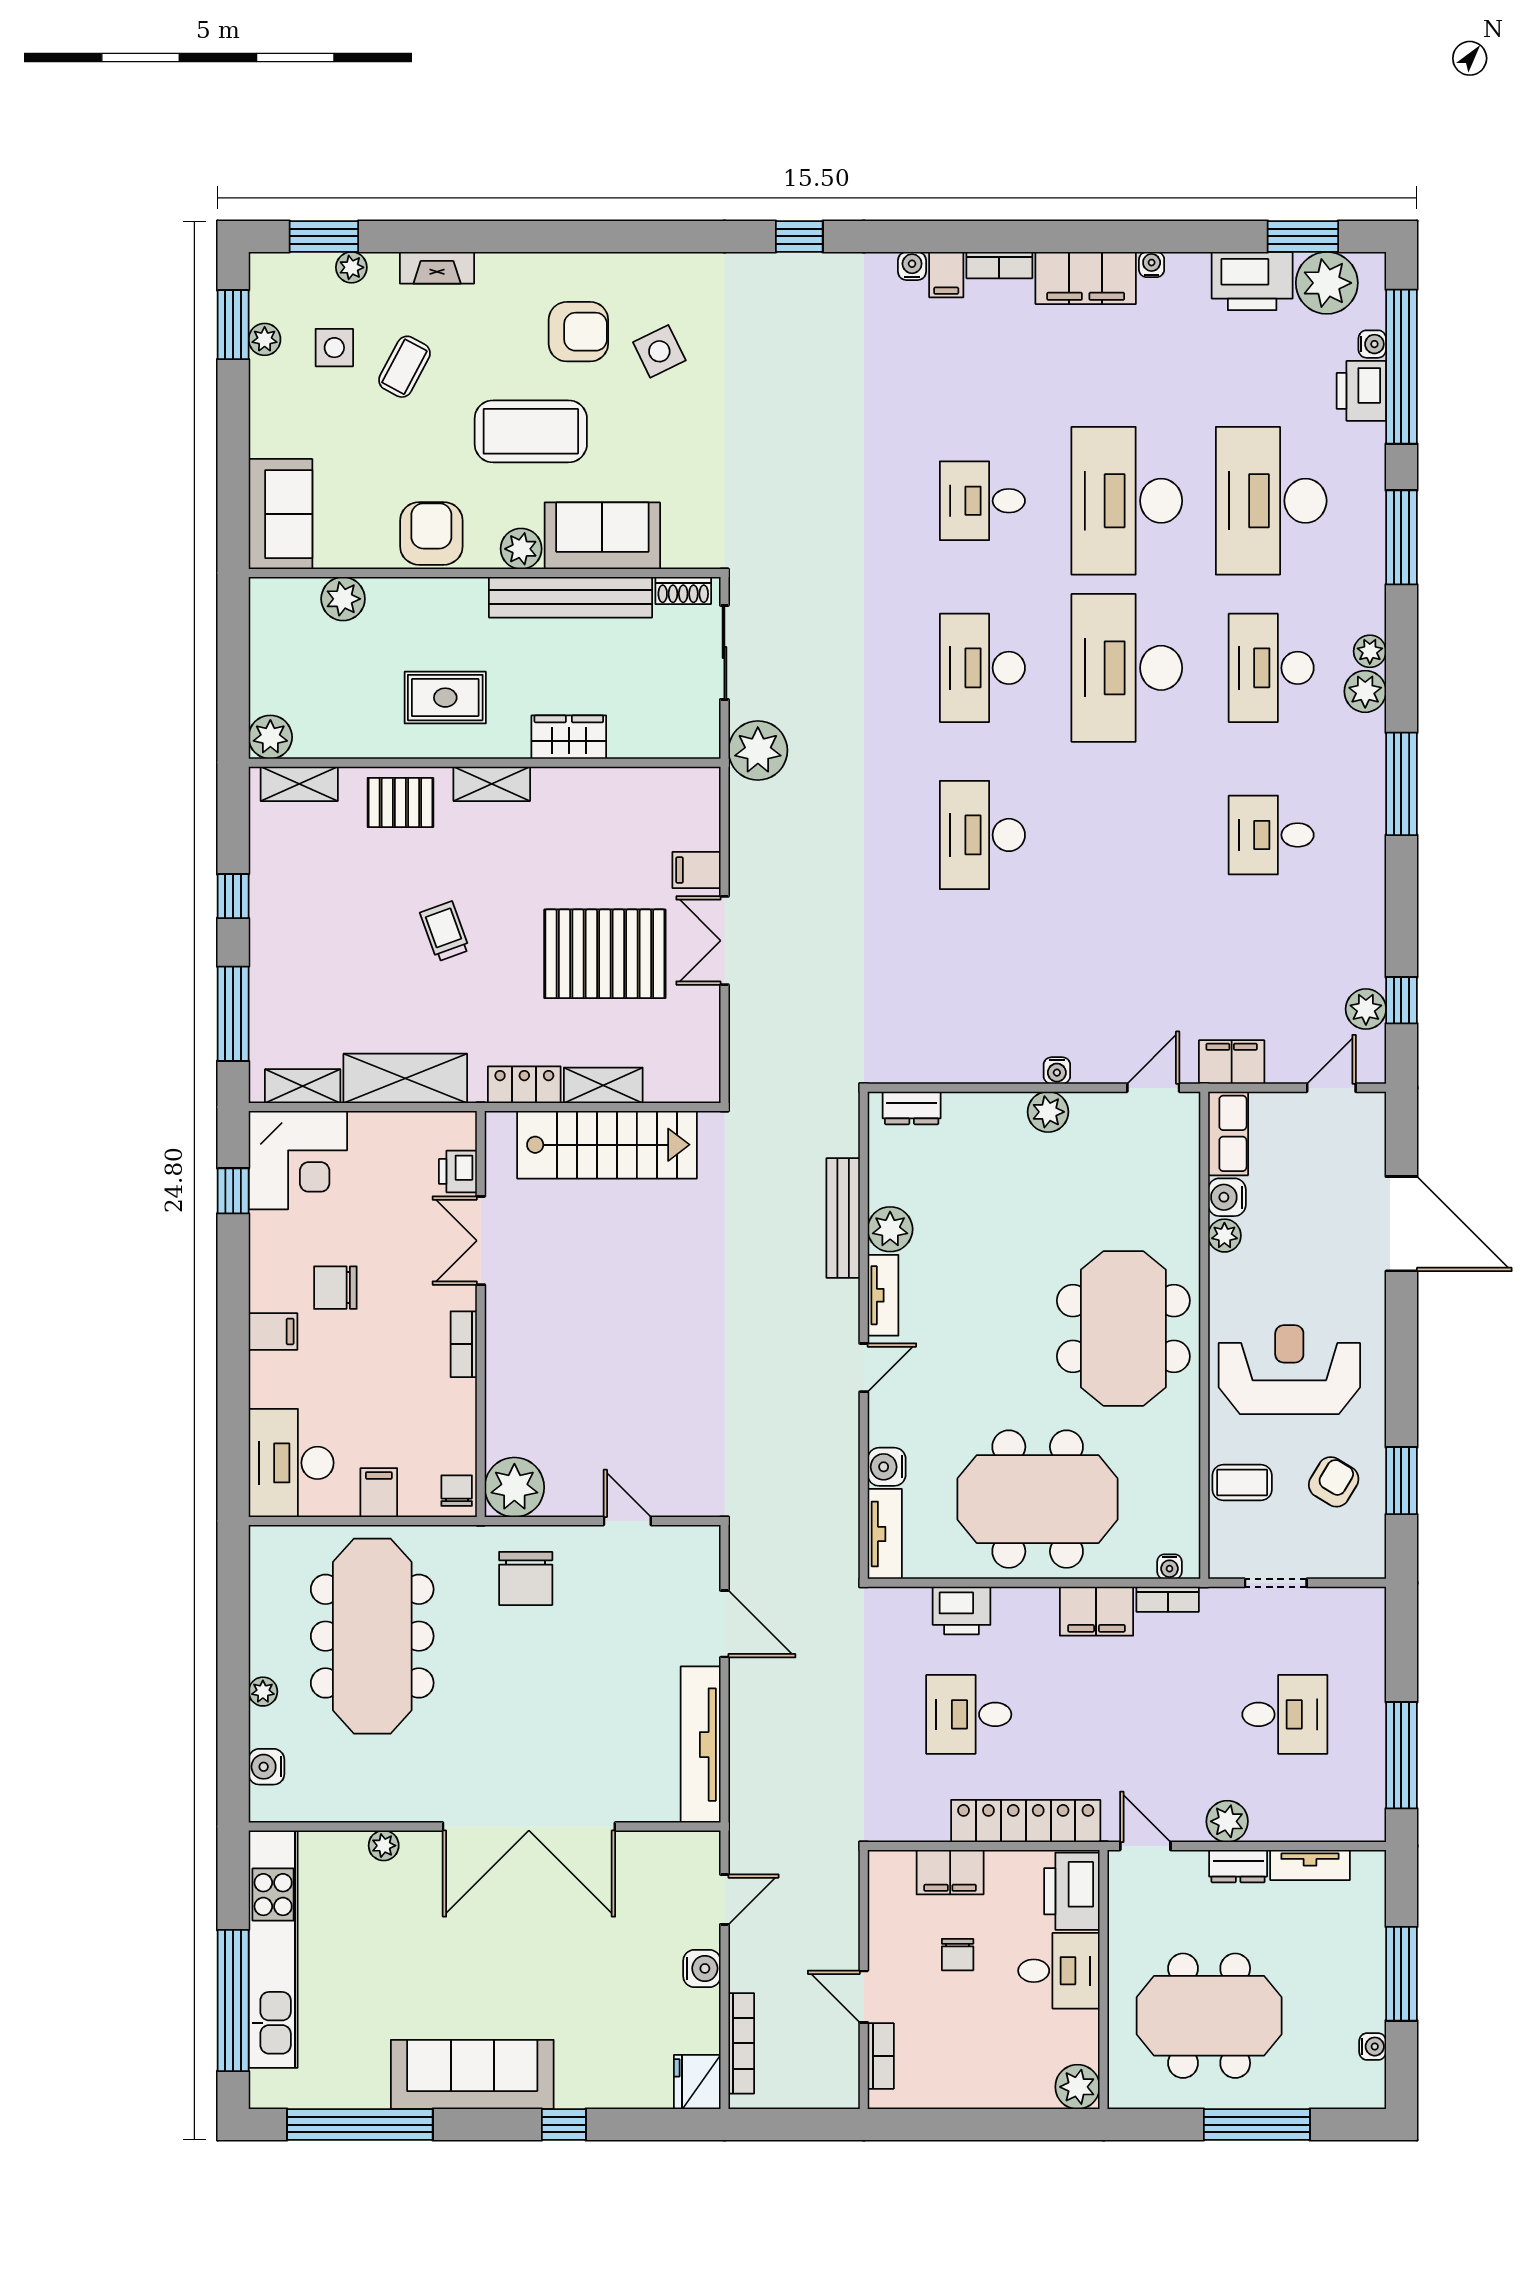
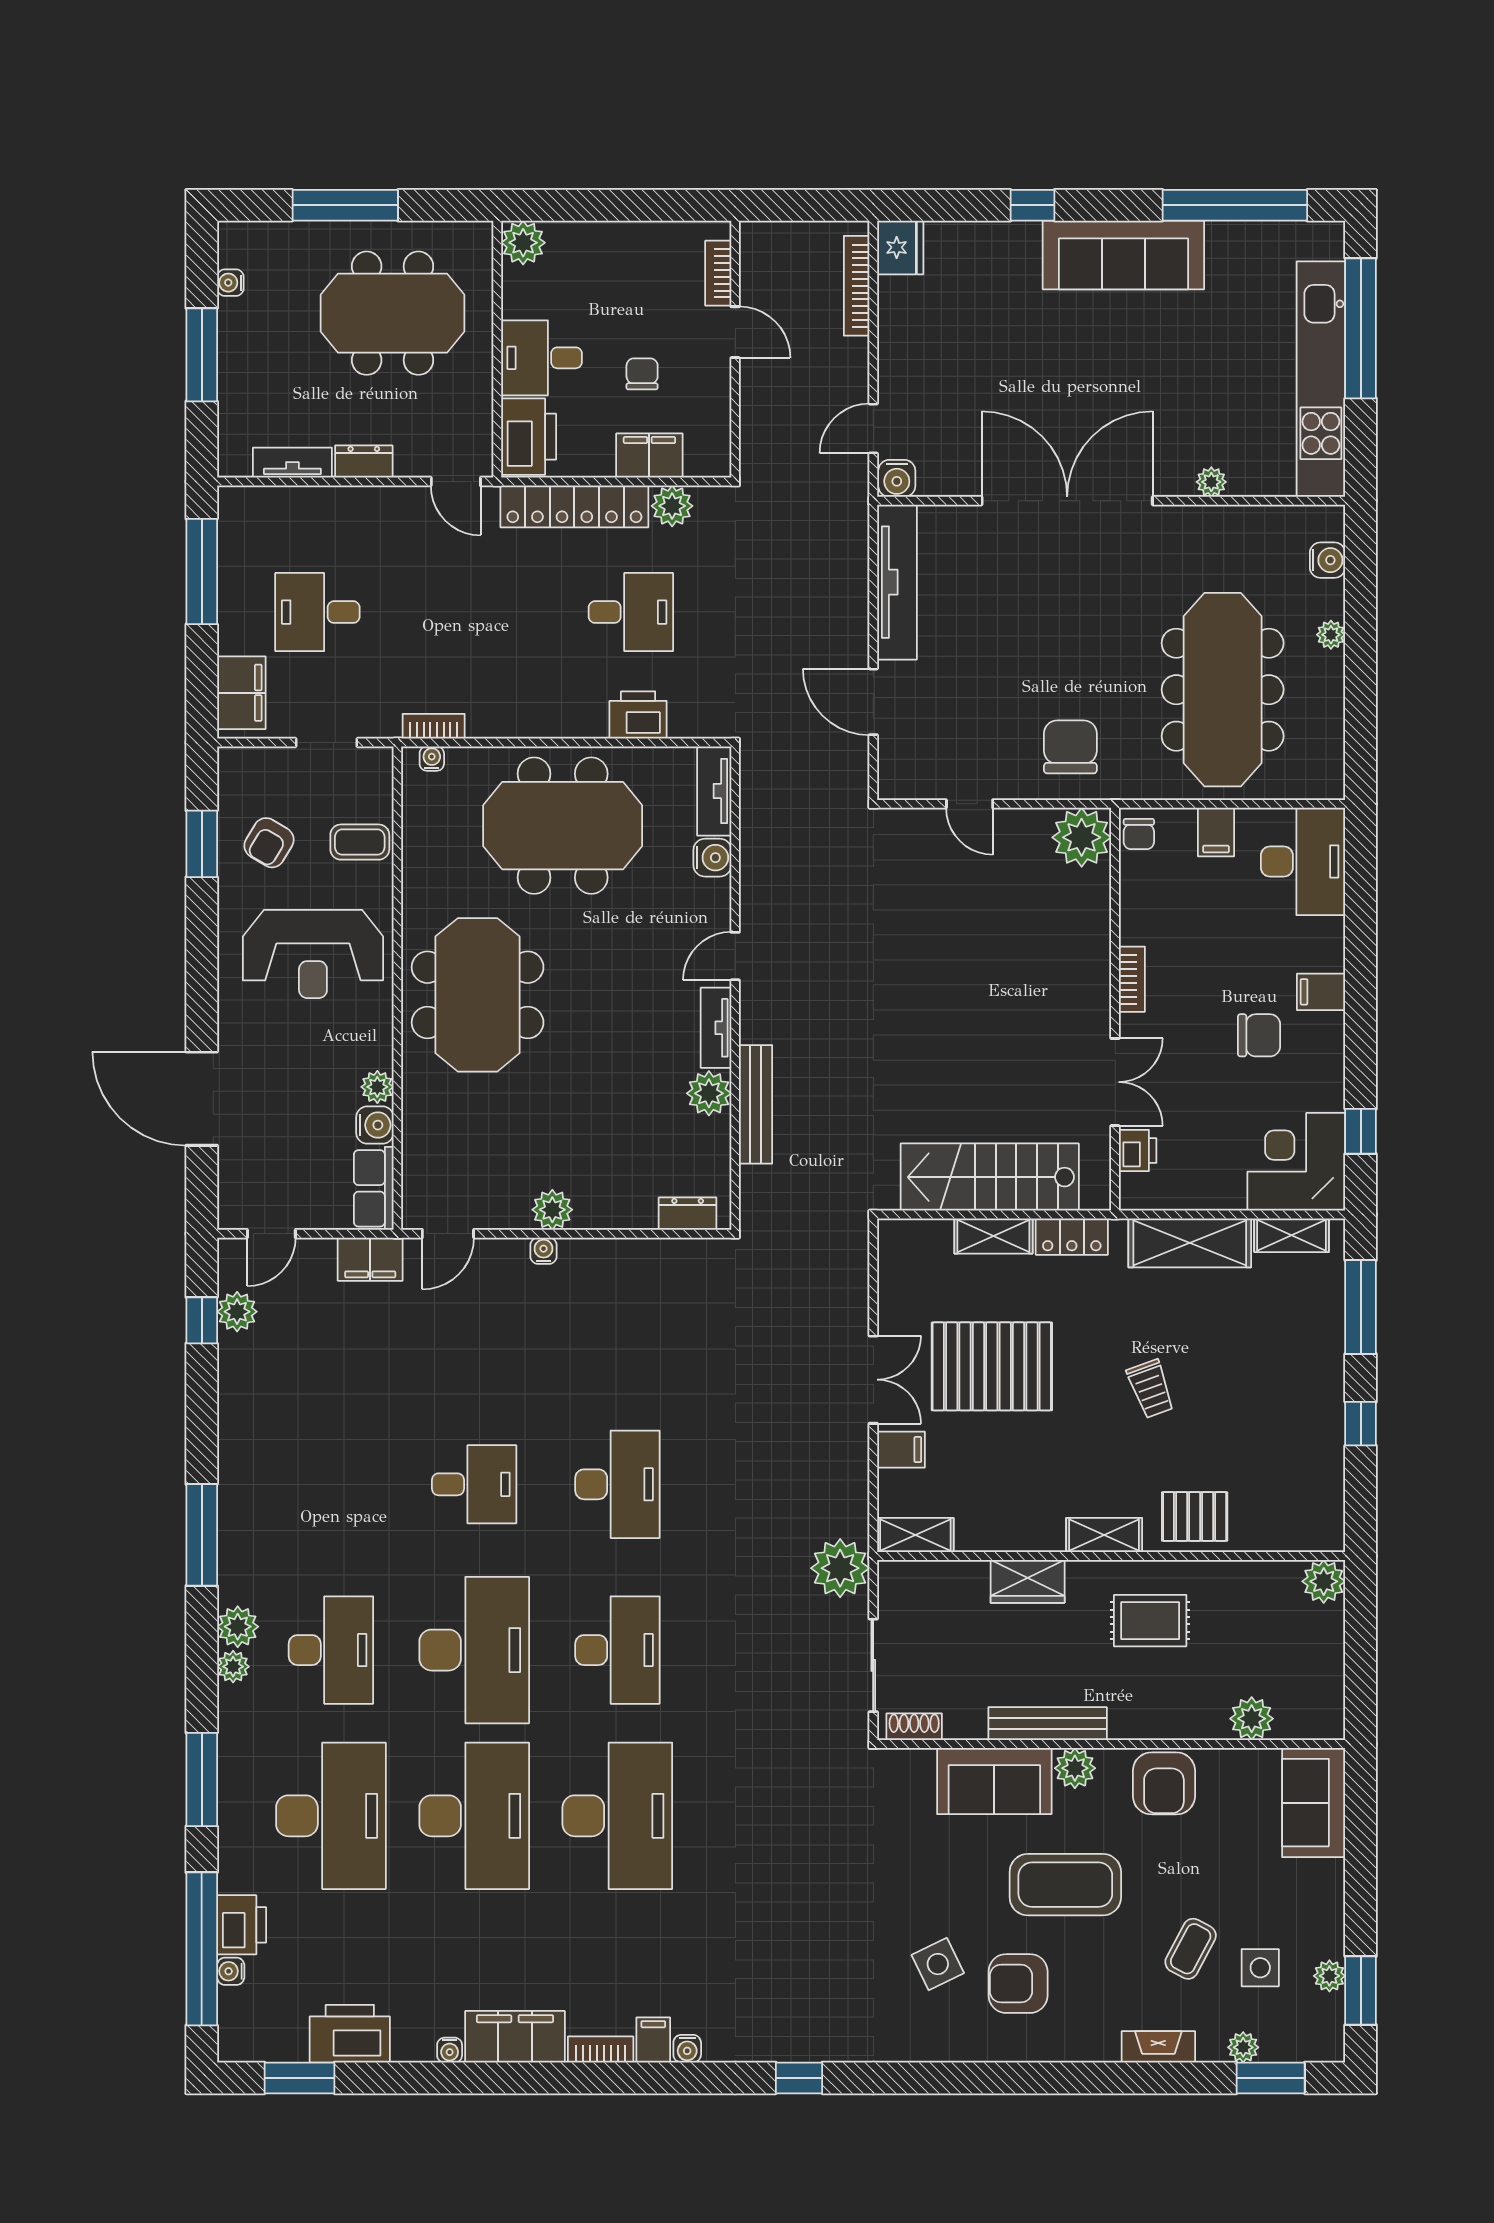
plant: (1327, 283) -> (276, 2032), removed
desk: (982, 501) -> (617, 1816), width x1.87, depth x1.30
bench: (571, 597) -> (1048, 1724), width x0.73, depth x0.82
shelving: (299, 784) -> (915, 1535), moved
desk: (1271, 835) -> (474, 1484), moved
filing cabinet: (1096, 1611) -> (241, 693), moved, turned 90
plant: (1227, 1821) -> (672, 506), moved
water cooler: (702, 1968) -> (897, 478), moved, turned -90

